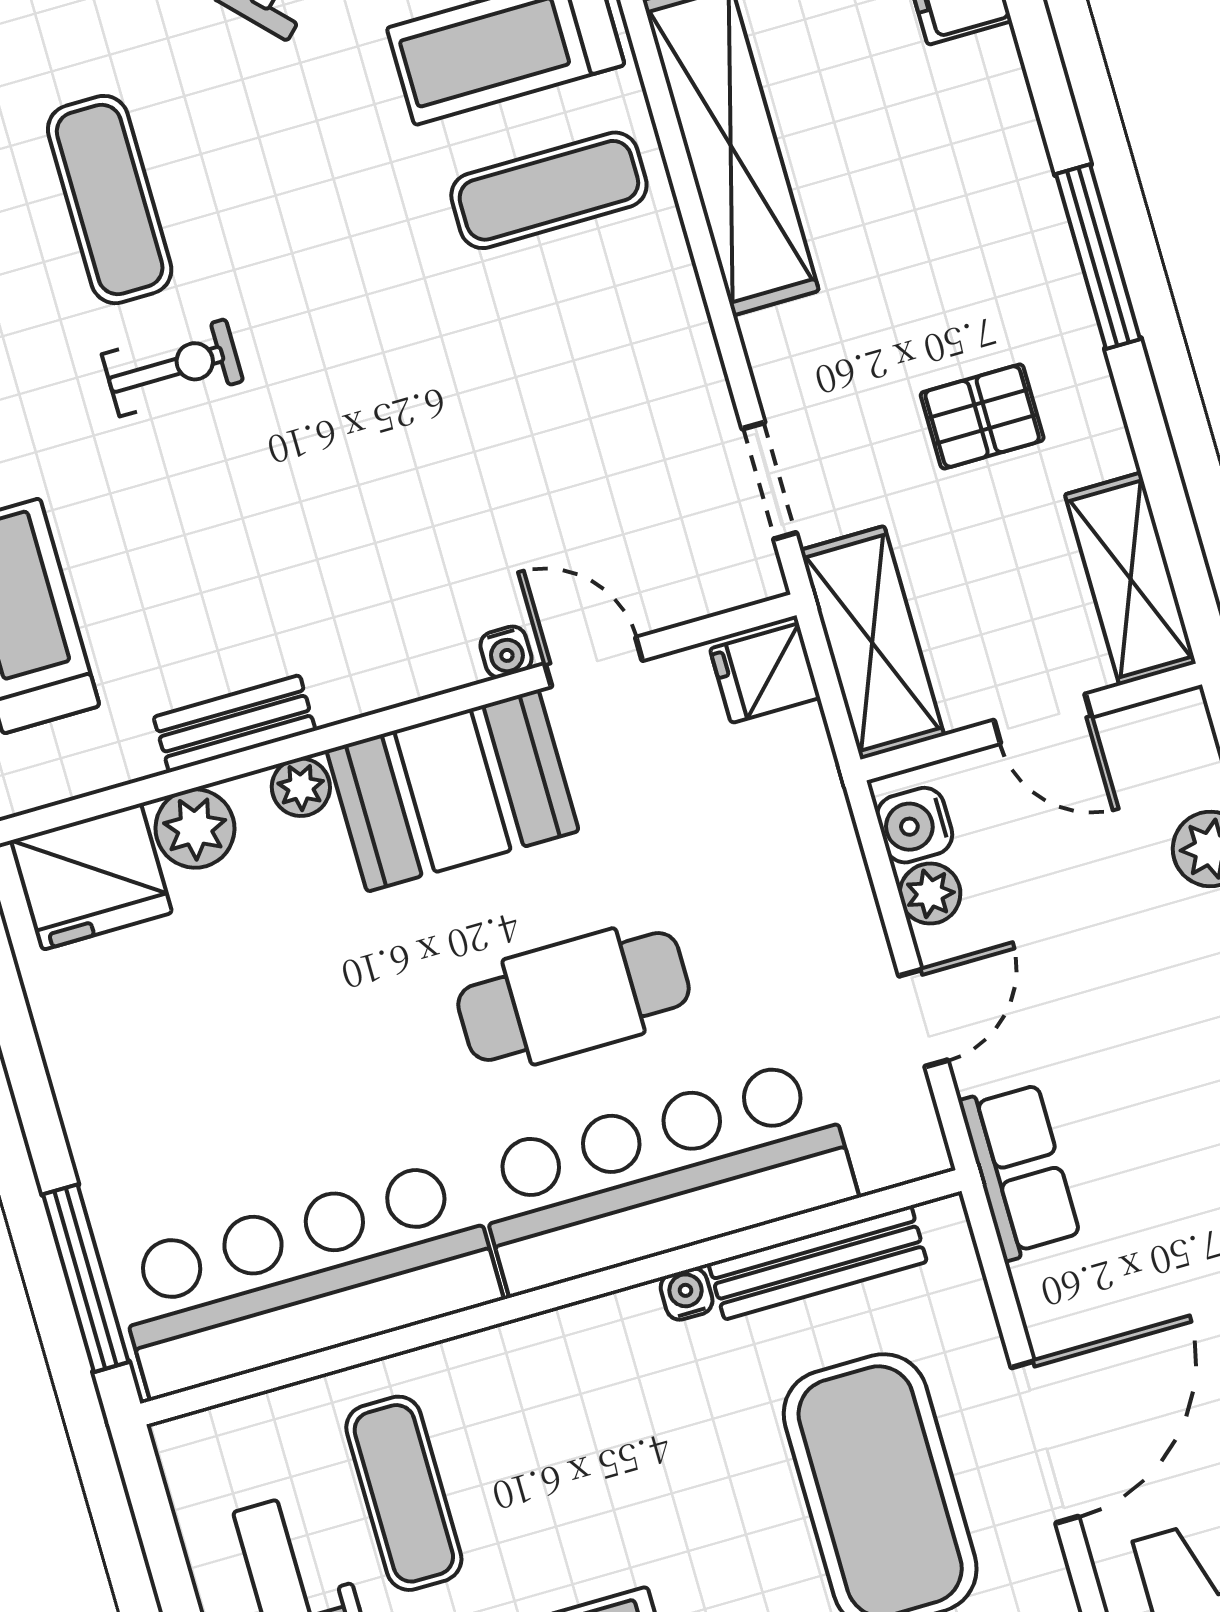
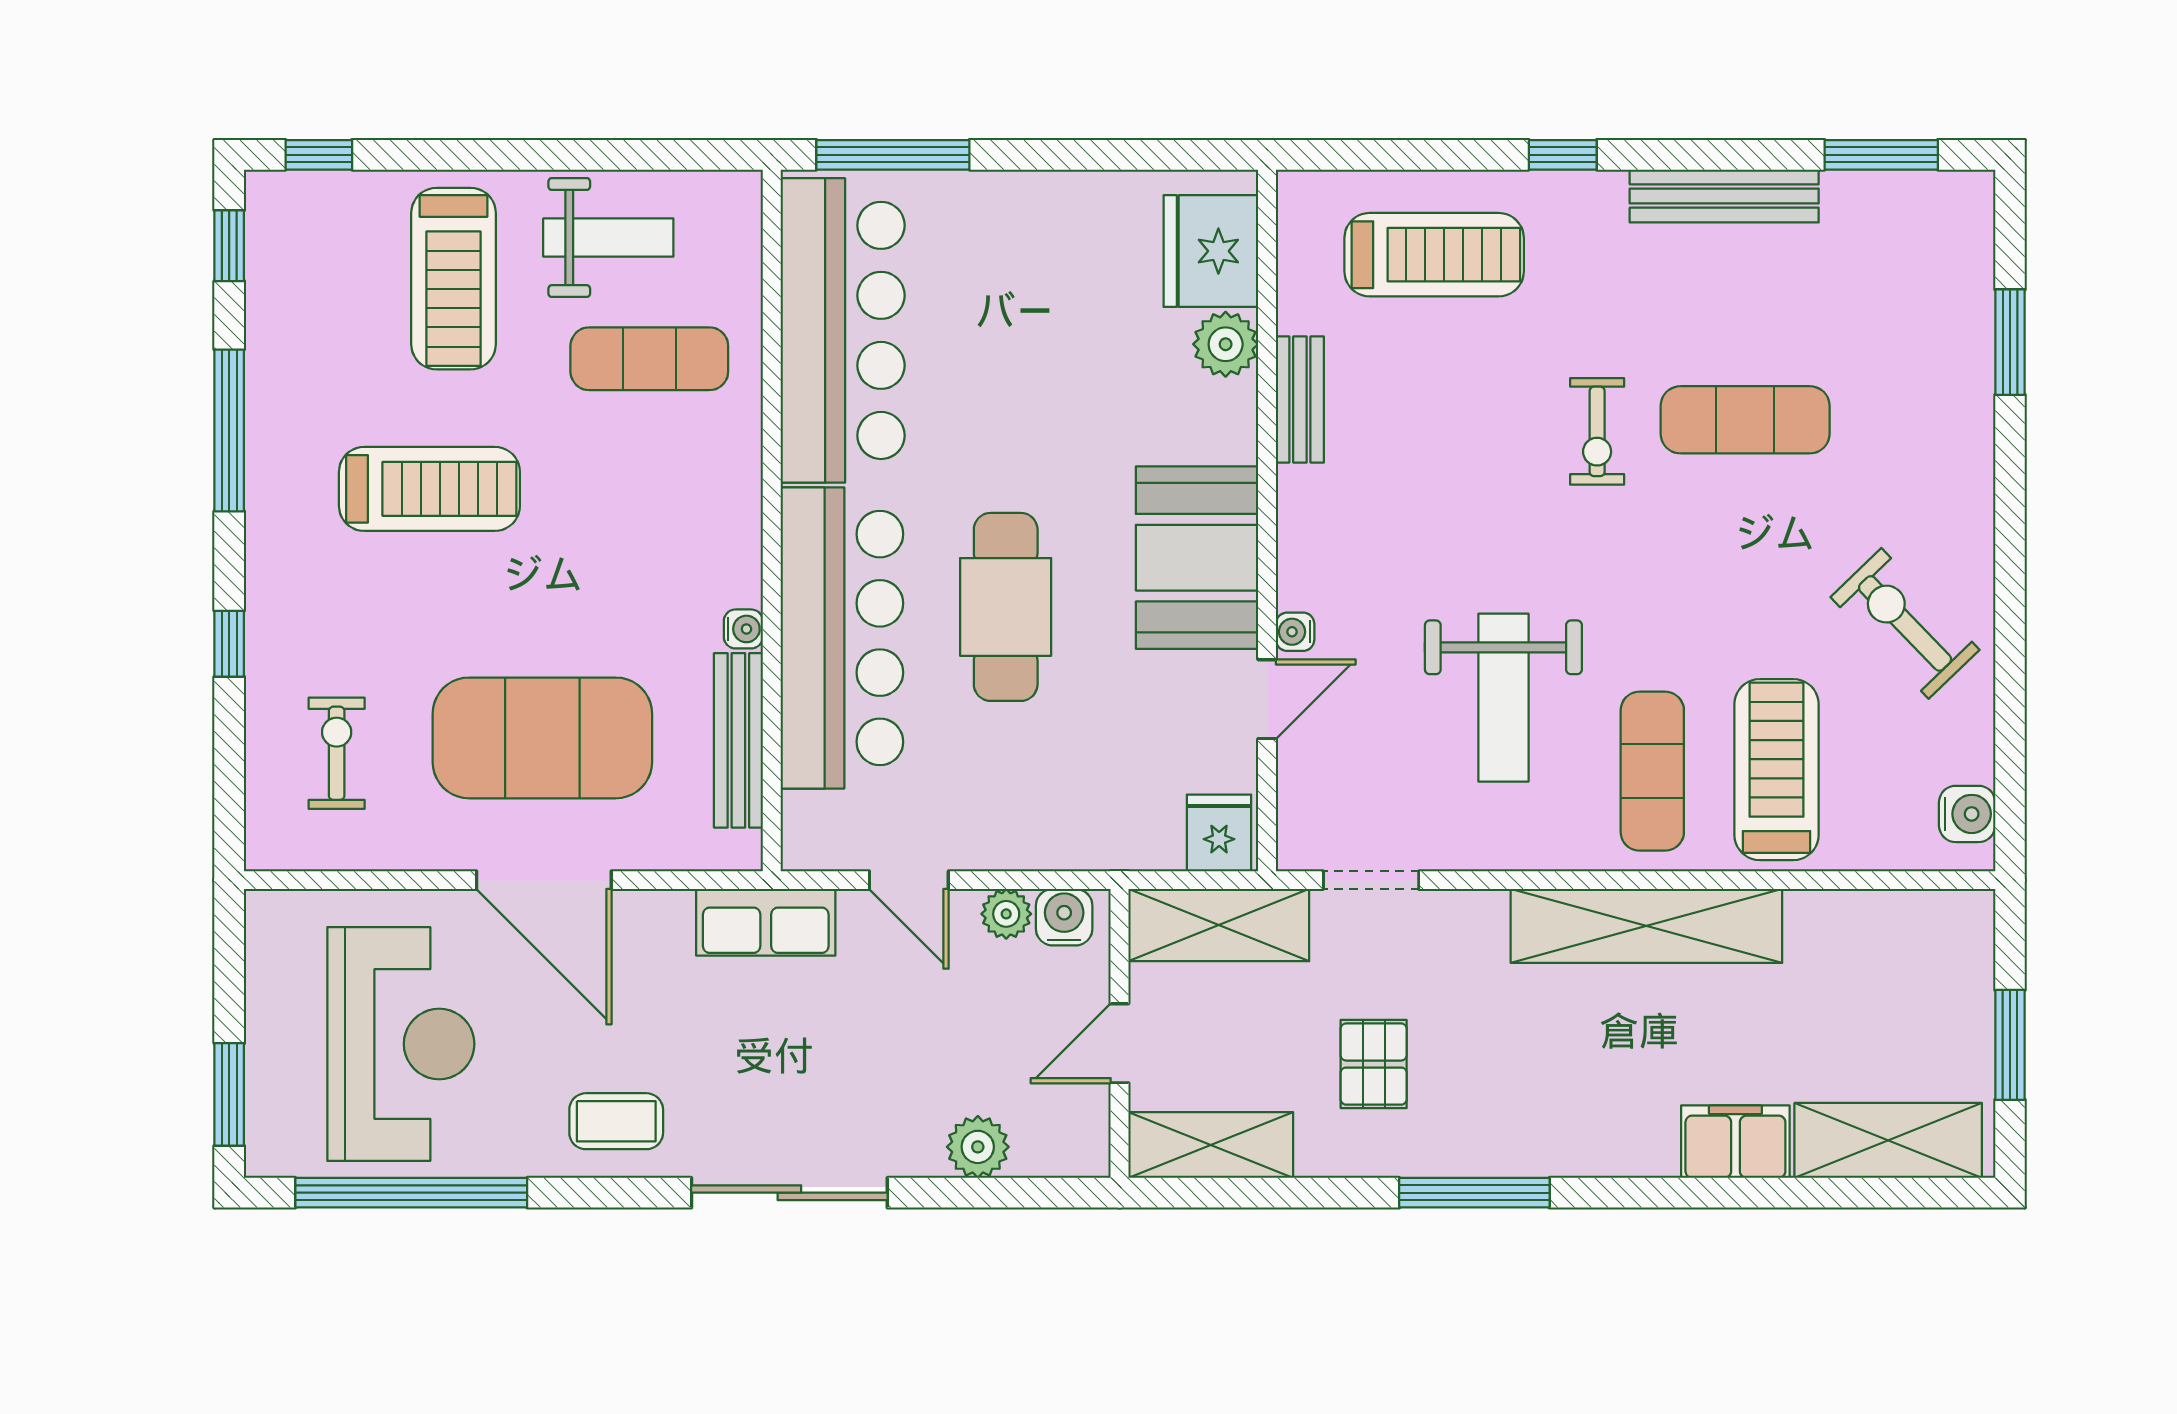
weight bench: (513, 388) -> (1503, 698), added
plant: (301, 787) -> (1234, 438), removed

